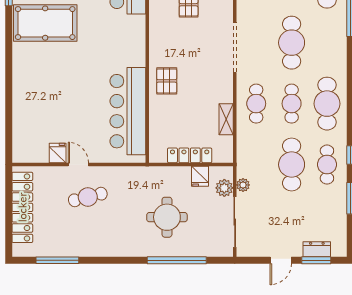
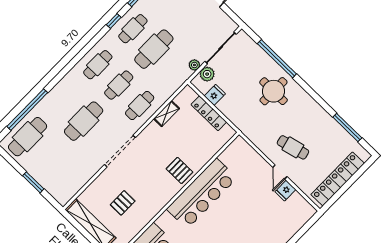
pallet: (167, 81) -> (179, 170), turned 90
cafe table: (327, 104) -> (98, 65), width x0.73, depth x0.74
bar counter: (128, 111) -> (202, 194), moved
round table: (167, 217) -> (274, 91), moved

